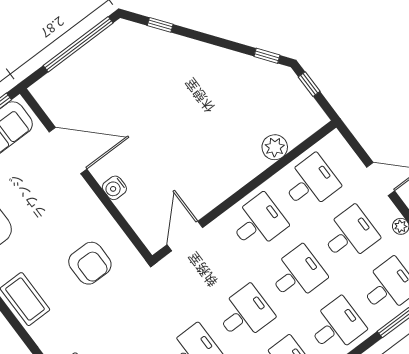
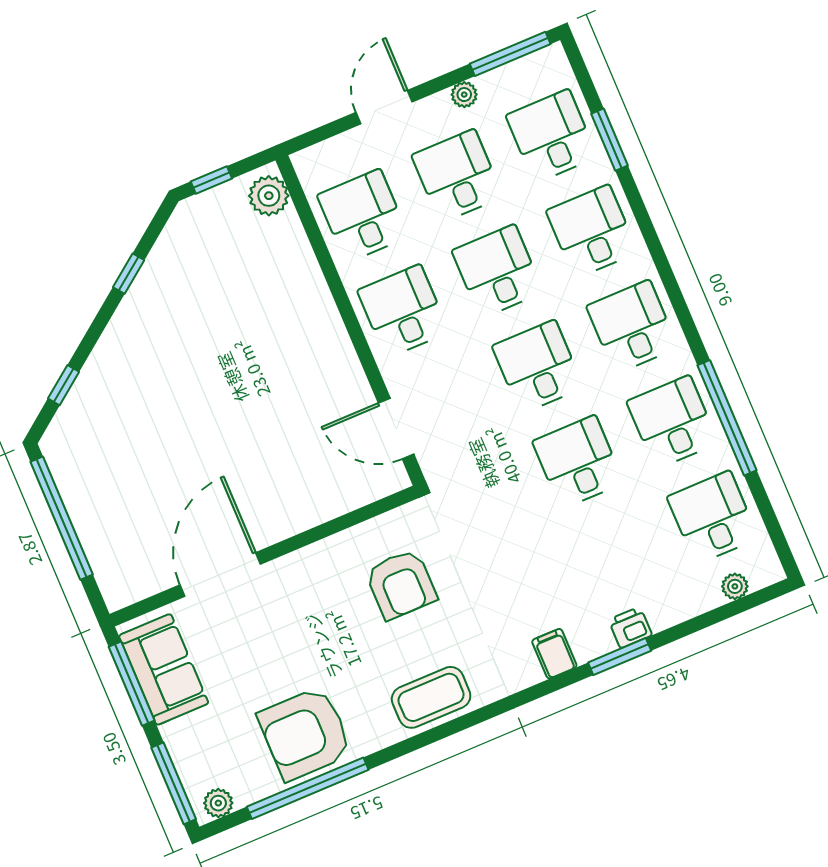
window: (267, 56) -> (129, 274), moved
plant: (275, 147) -> (269, 196), moved
water cooler: (114, 188) -> (295, 518), removed
armchair: (90, 263) -> (401, 584), turned 90

